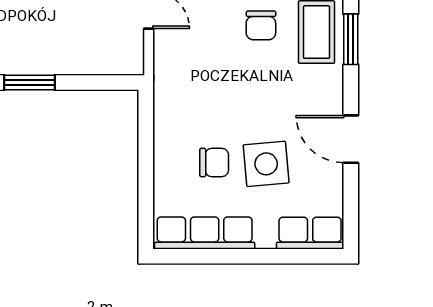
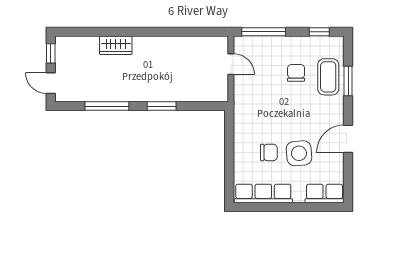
chair: (261, 25) -> (296, 73), turned 180
door: (351, 139) -> (348, 139), hinge flipped

